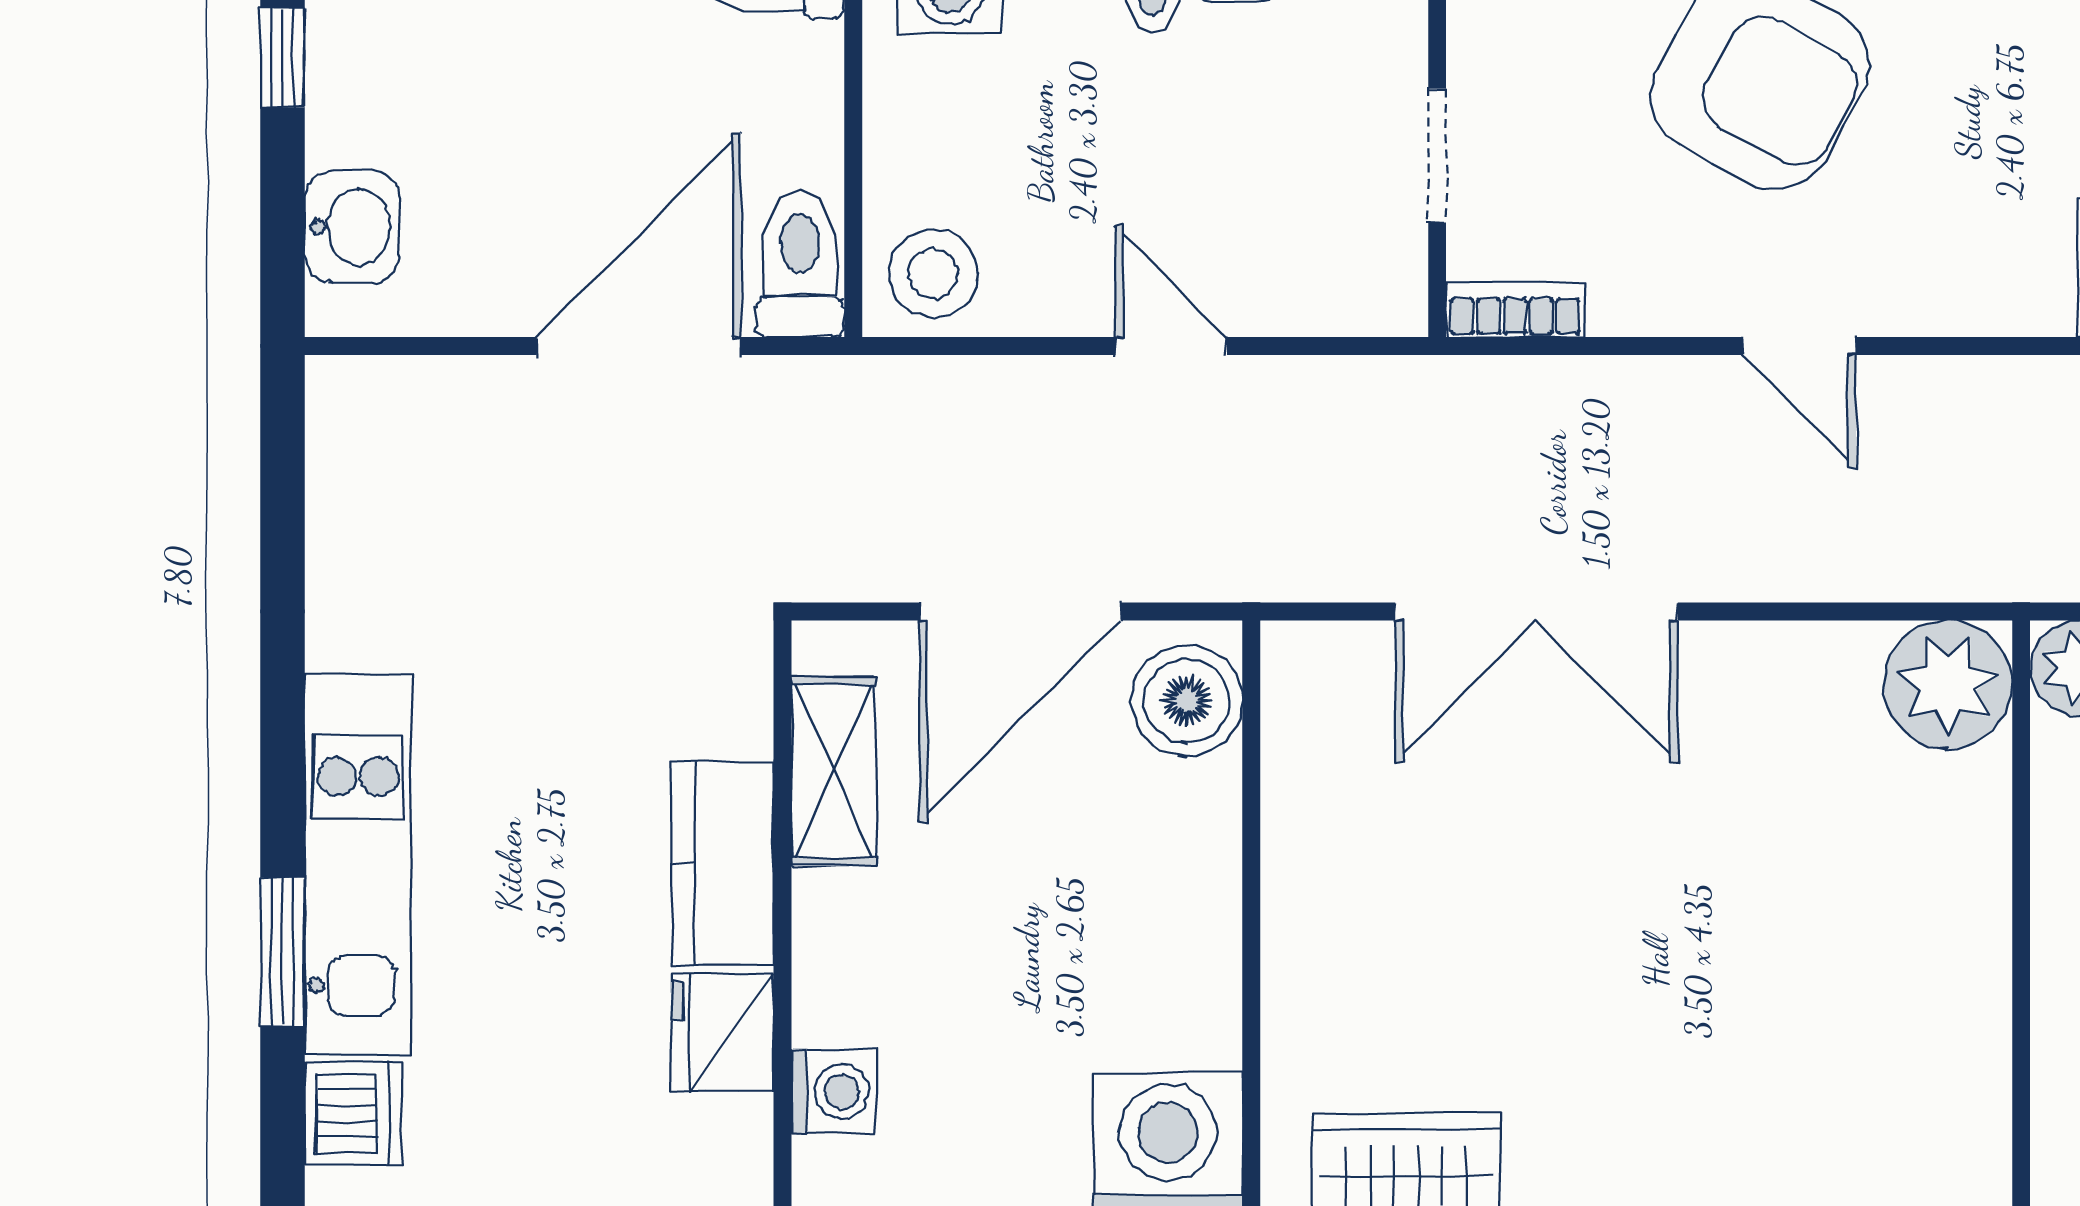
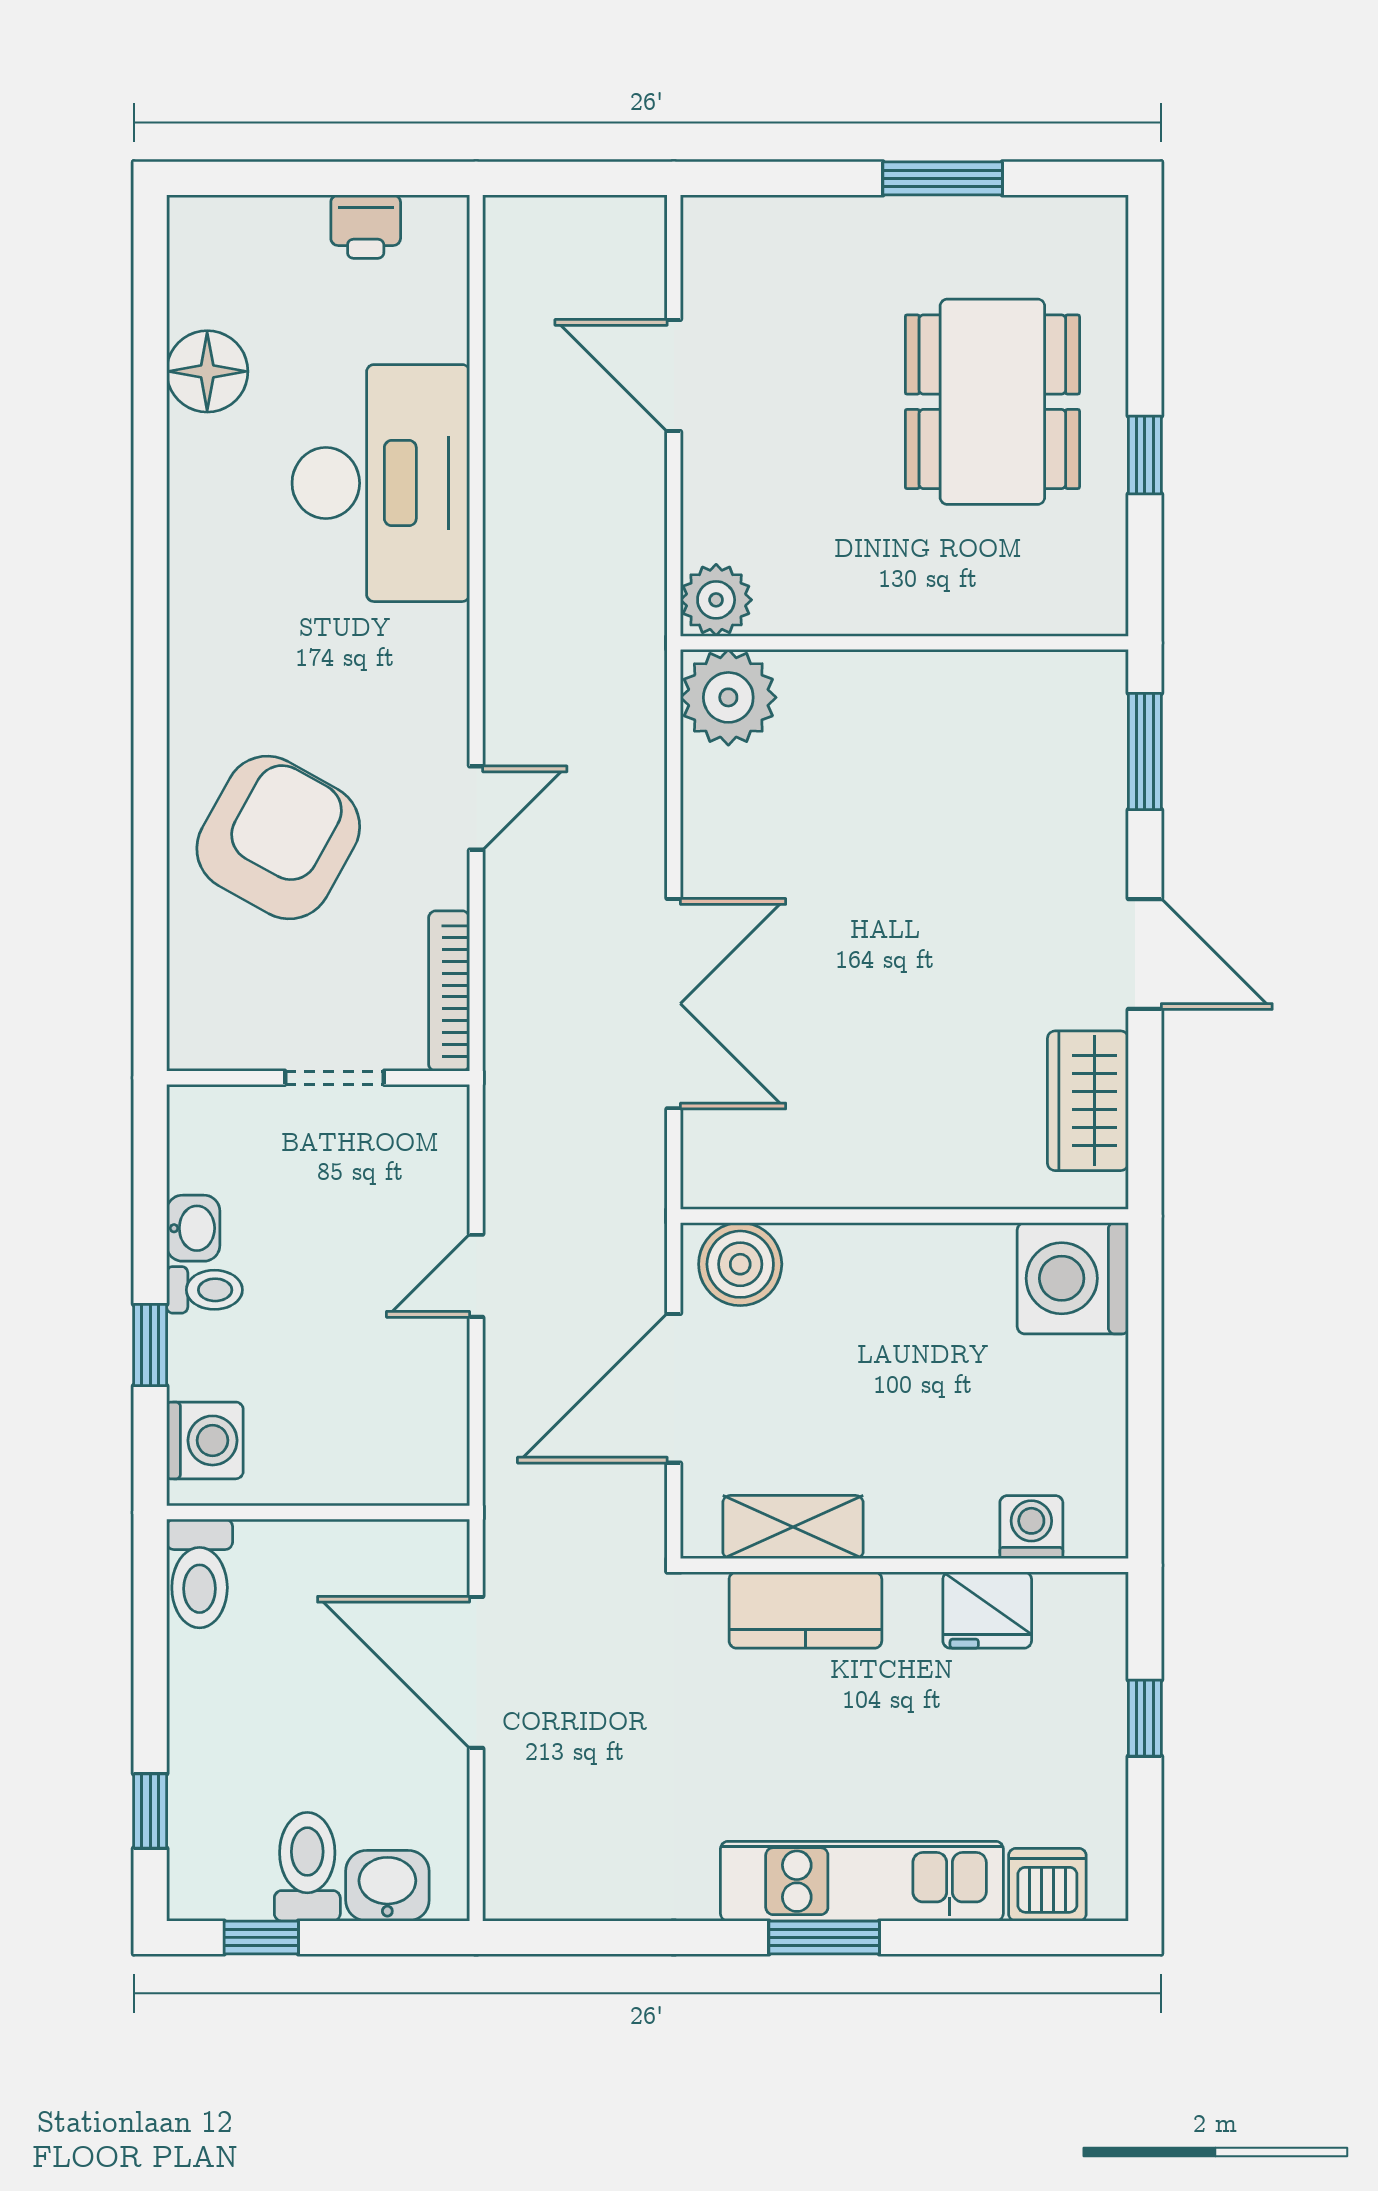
toilet: (800, 264) -> (307, 1867), moved, turned 90
stool: (933, 274) -> (422, 1453), removed
bookcase: (1515, 310) -> (449, 991), width x1.56
door: (1020, 611) -> (674, 1388), swing flipped
kitchen counter: (722, 863) -> (805, 1610), moved
window: (283, 952) -> (824, 1937), moved

